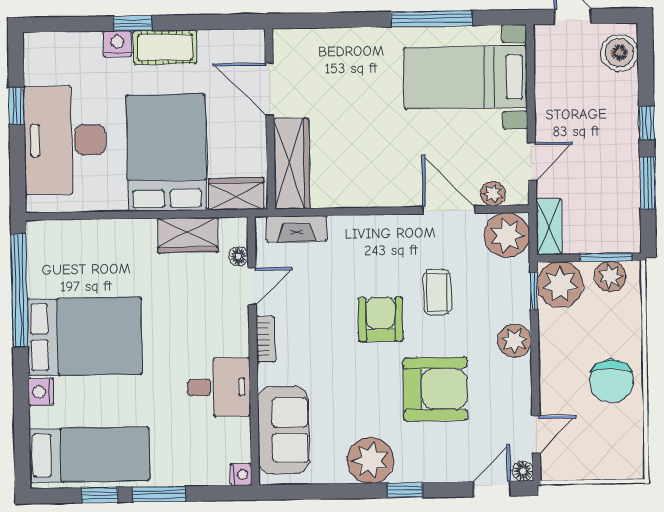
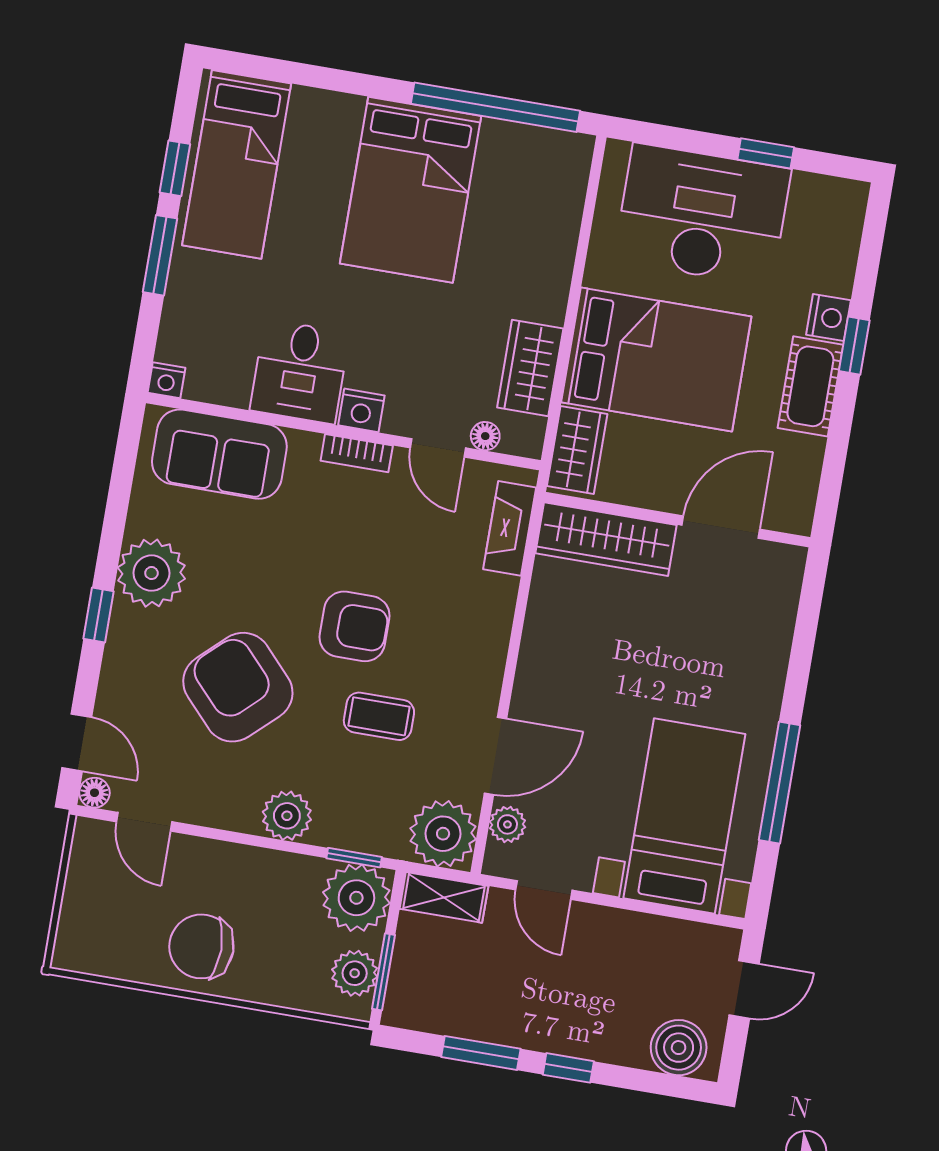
armchair: (435, 389) -> (238, 687), turned 137
nightstand: (41, 392) -> (361, 410), moved, turned 180

